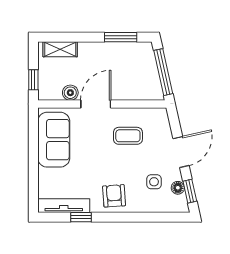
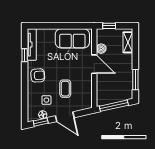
coffee table: (128, 136) -> (65, 89), moved

